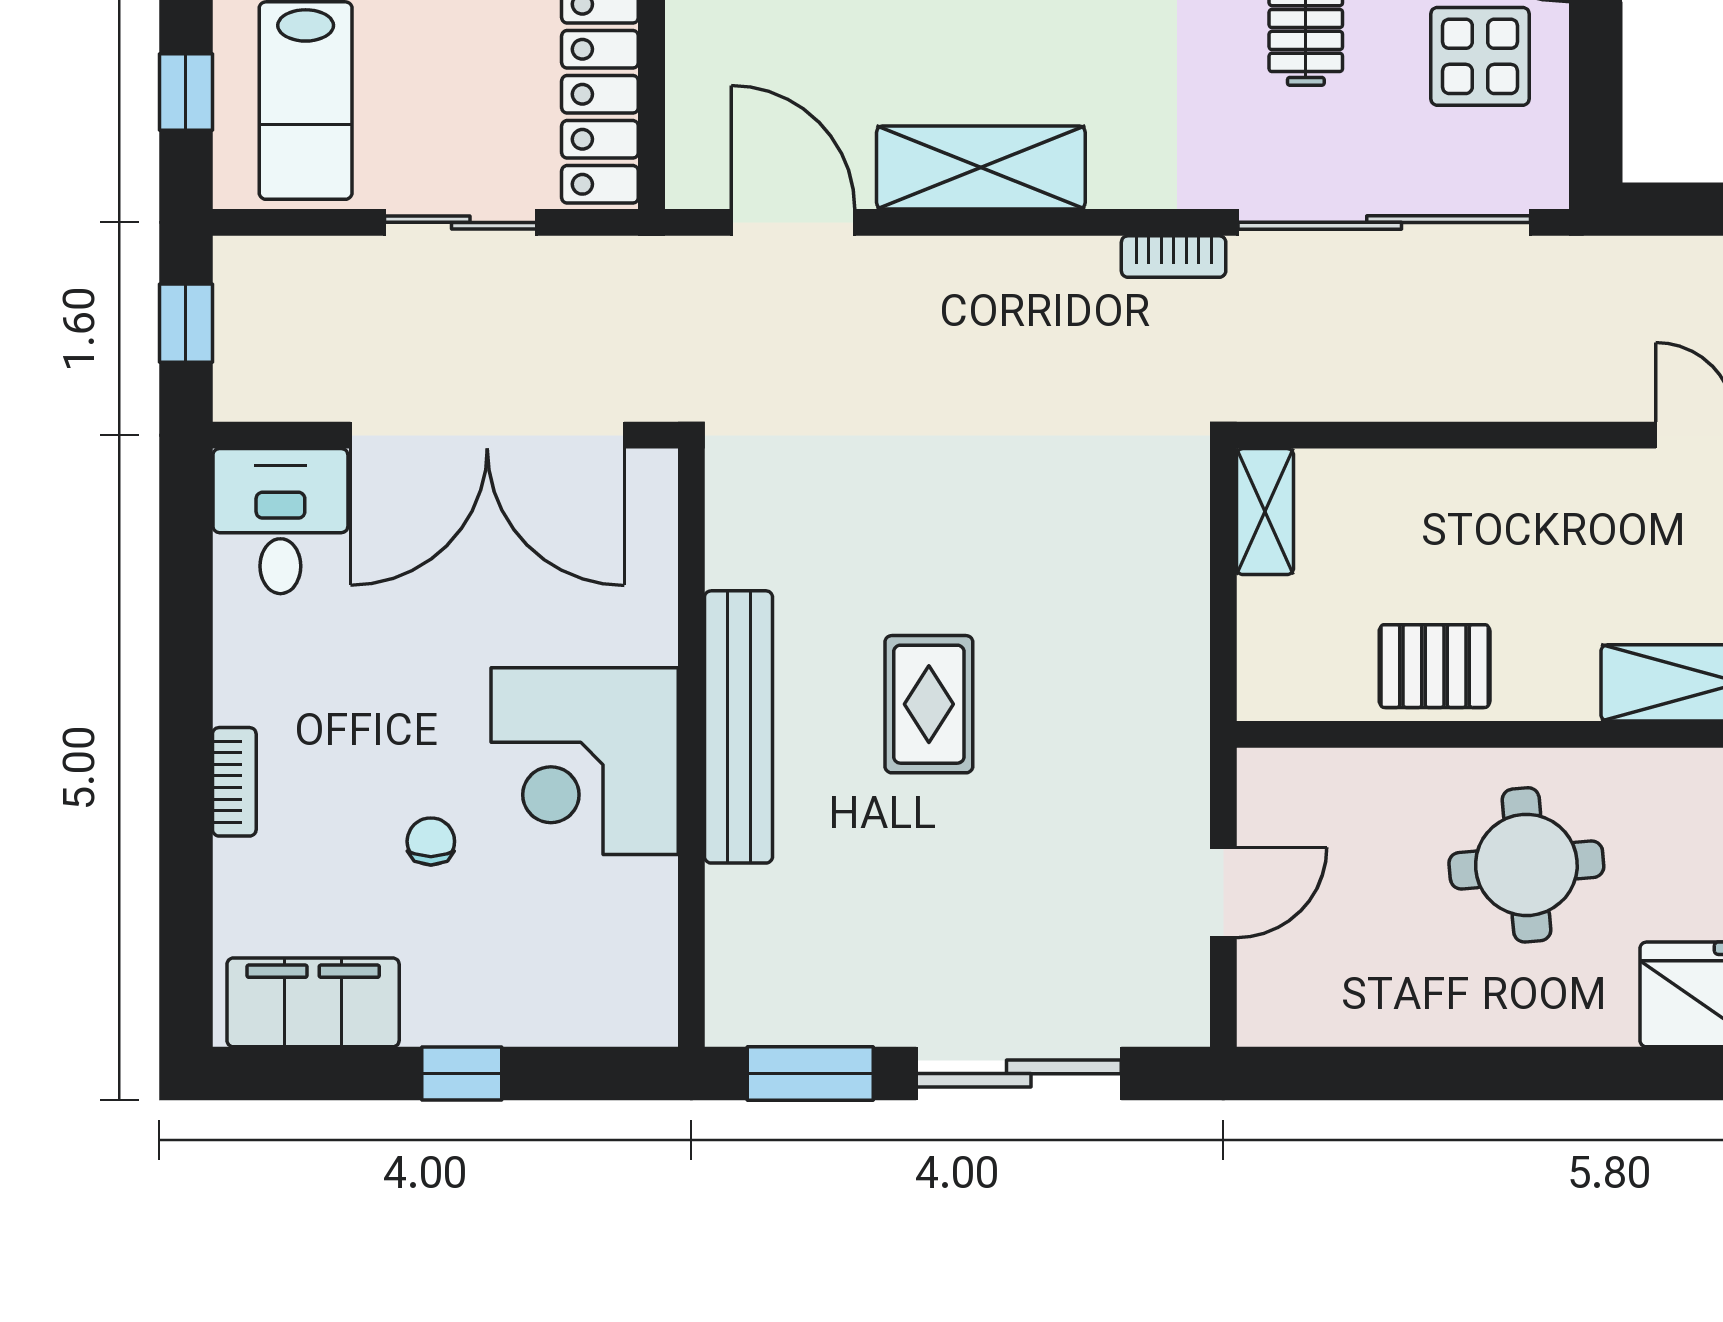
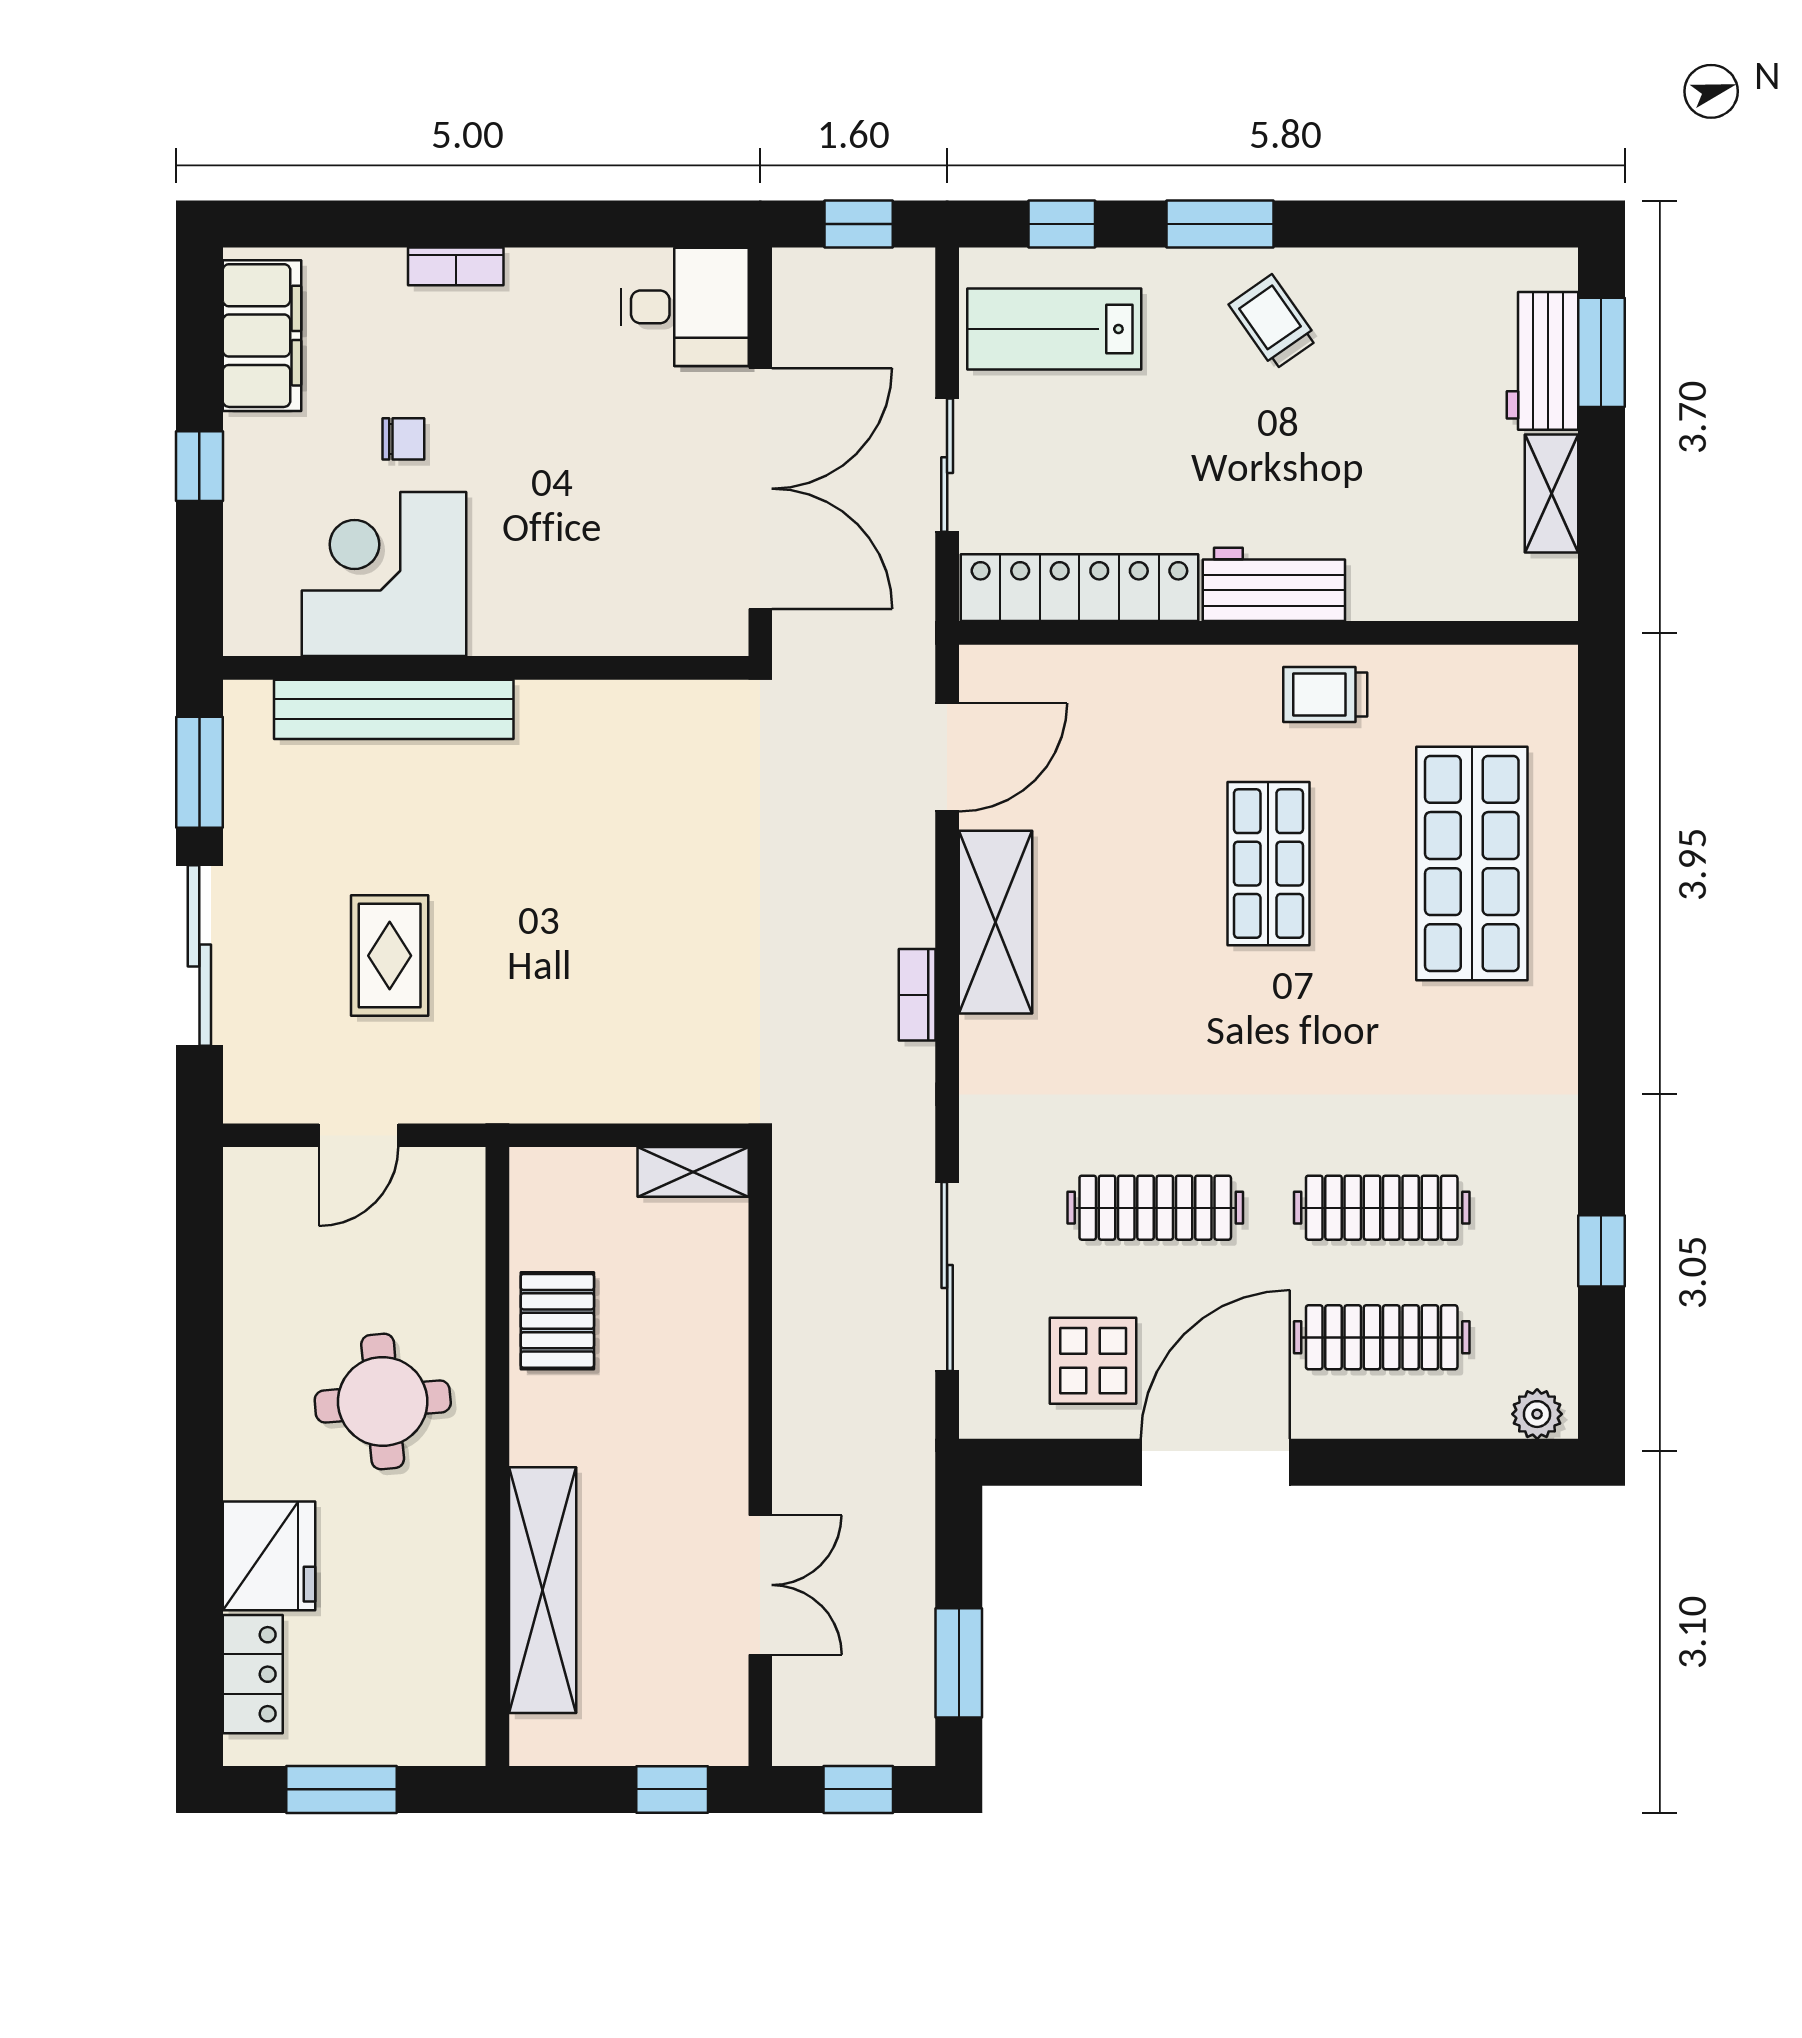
sliding door: (1384, 222) -> (947, 1277), width x0.73
bookcase: (1174, 257) -> (917, 995), moved
double door: (487, 435) -> (760, 489), swing flipped
rug: (929, 704) -> (390, 956), moved, turned 90
bench: (739, 727) -> (394, 709), moved
corner desk: (585, 761) -> (384, 574), moved
door: (1223, 892) -> (358, 1135), hinge flipped

